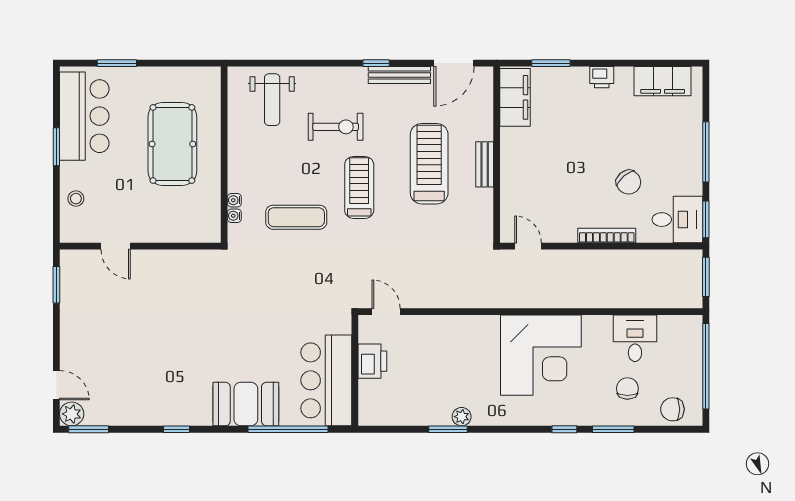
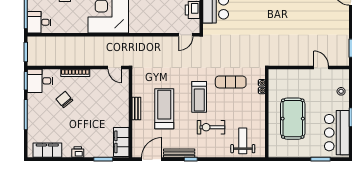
treadmill: (429, 164) -> (164, 109), turned 180
door: (386, 312) -> (186, 35), hinge flipped
desk: (635, 338) -> (39, 22), moved, turned 90

